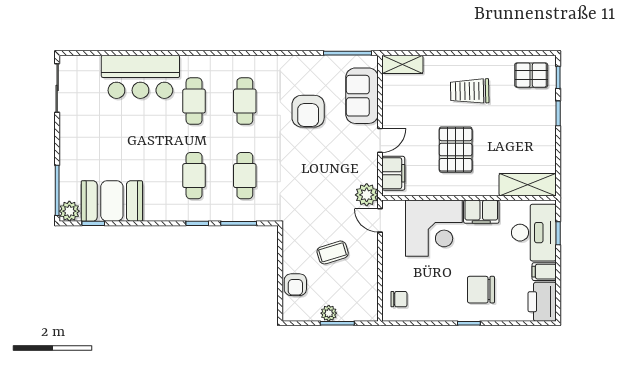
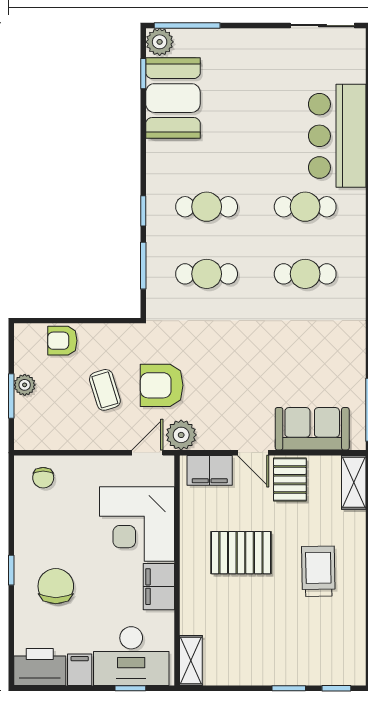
pallet: (531, 75) -> (290, 480), moved
armchair: (308, 111) -> (162, 385), moved
shelving: (528, 185) -> (191, 660), width x0.67, depth x0.75

